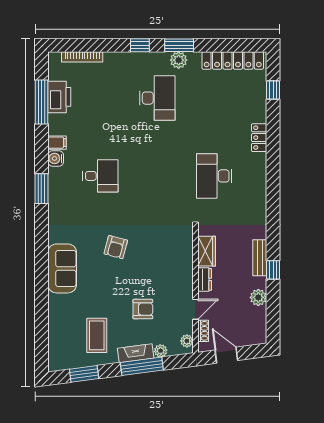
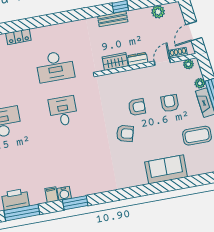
desk: (100, 176) -> (63, 111), moved
window: (41, 189) -> (75, 203), moved
sofa: (62, 268) -> (166, 169), moved
armchair: (146, 268) -> (137, 107), added
plant: (258, 297) -> (158, 12), moved
door: (196, 309) -> (162, 62), hinge flipped

